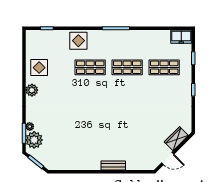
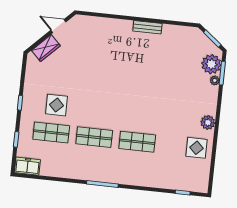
display table: (78, 41) -> (57, 105), moved
bench: (113, 166) -> (147, 27), moved

